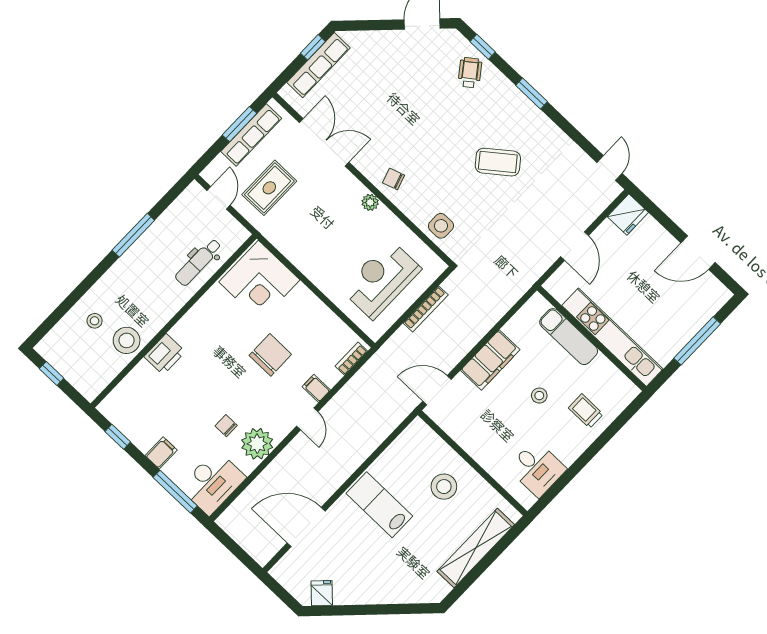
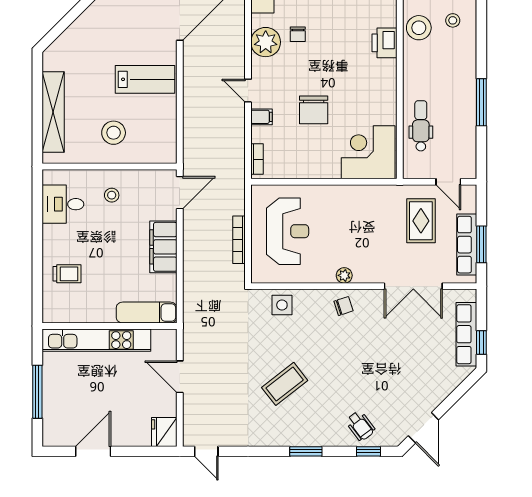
exam couch: (569, 337) -> (147, 313), moved
stool: (539, 396) -> (112, 195), moved
chair: (226, 426) -> (298, 34), turned 90

